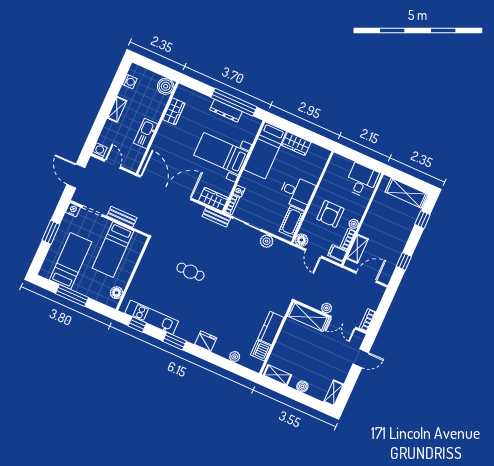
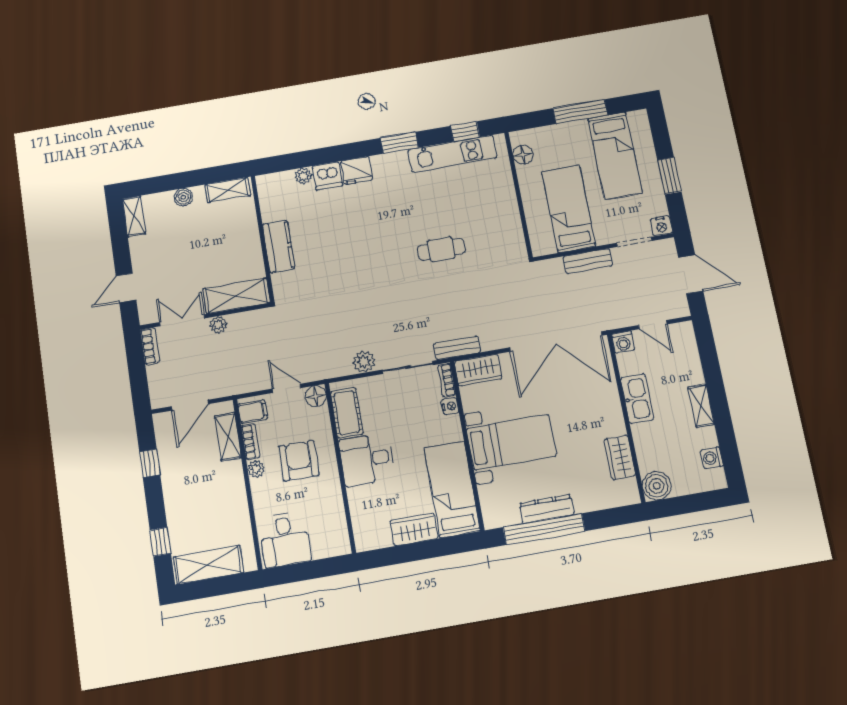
washing machine: (99, 150) -> (623, 342), moved
dishwasher: (261, 351) -> (328, 176), moved, turned 90

